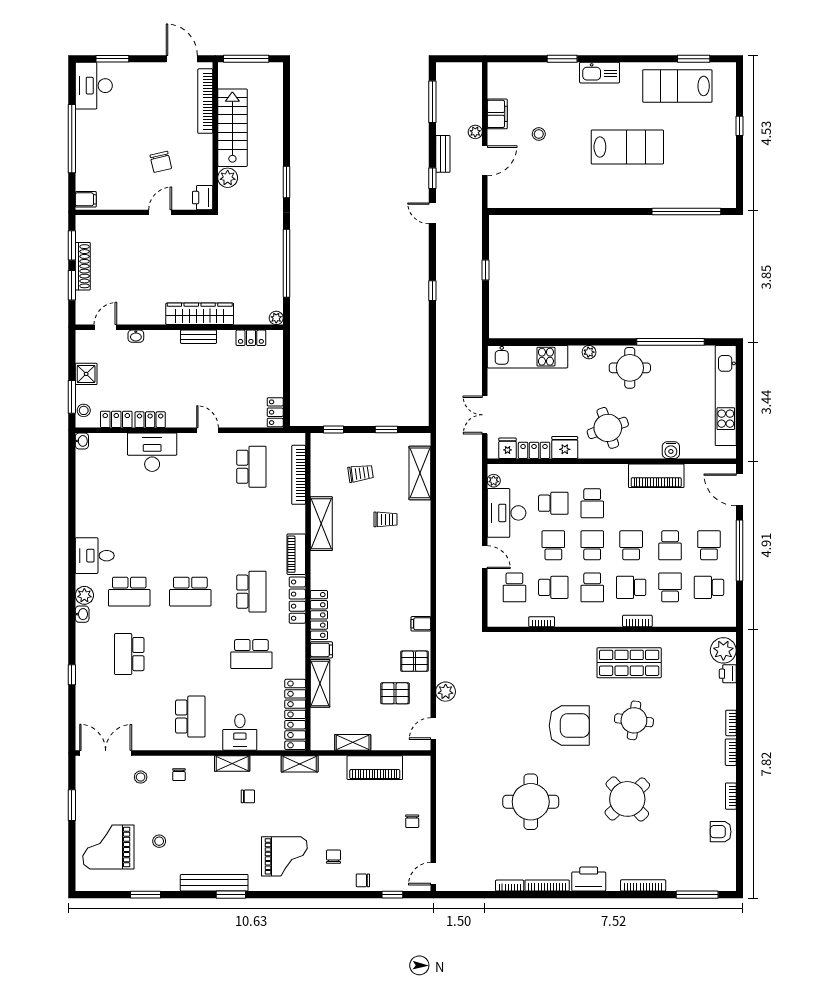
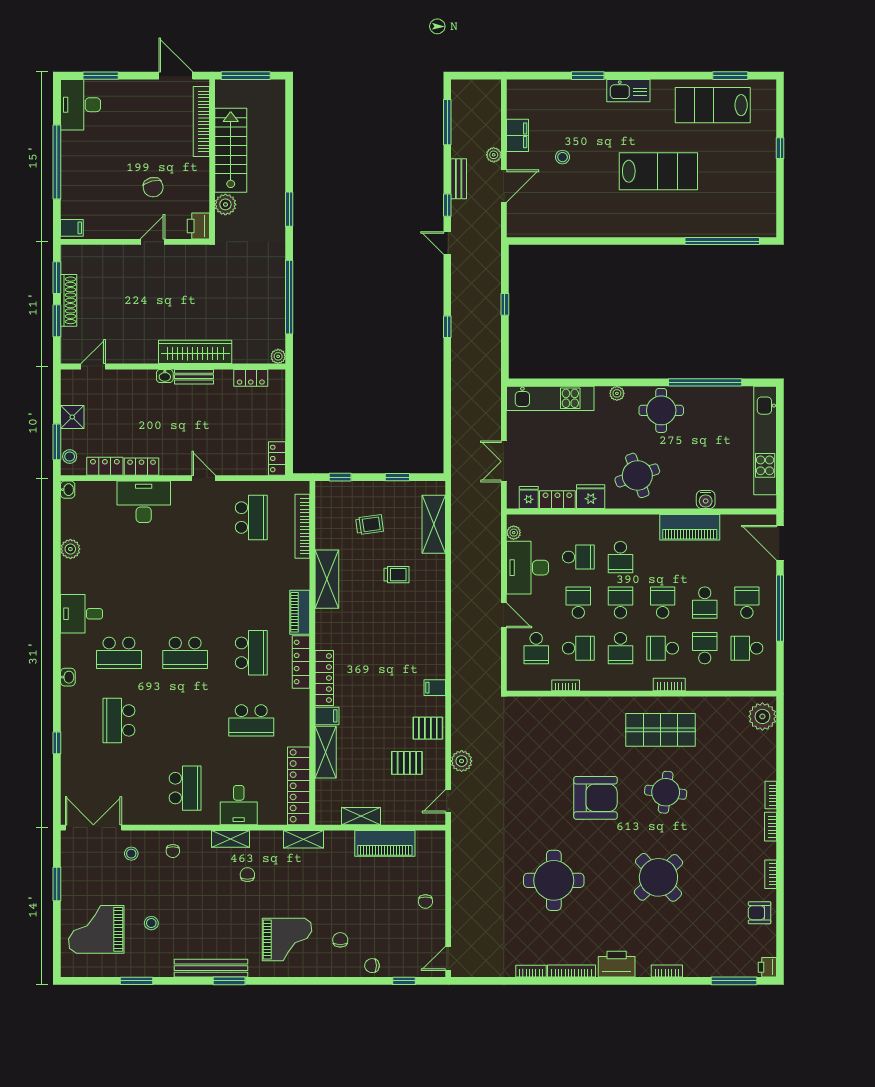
washbasin: (136, 336) -> (165, 376), moved
plant: (84, 595) -> (70, 549), moved
printer: (728, 674) -> (767, 967), moved
chair: (248, 796) -> (247, 875), turned -90
bookcase: (643, 885) -> (667, 971), width x0.64

